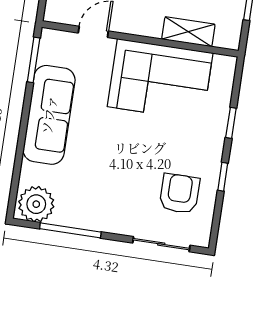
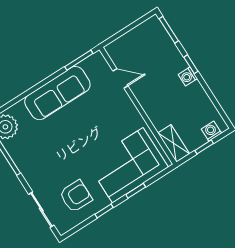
shelving: (188, 32) -> (174, 143), moved
corner sofa: (160, 80) -> (128, 165), moved, turned 90

